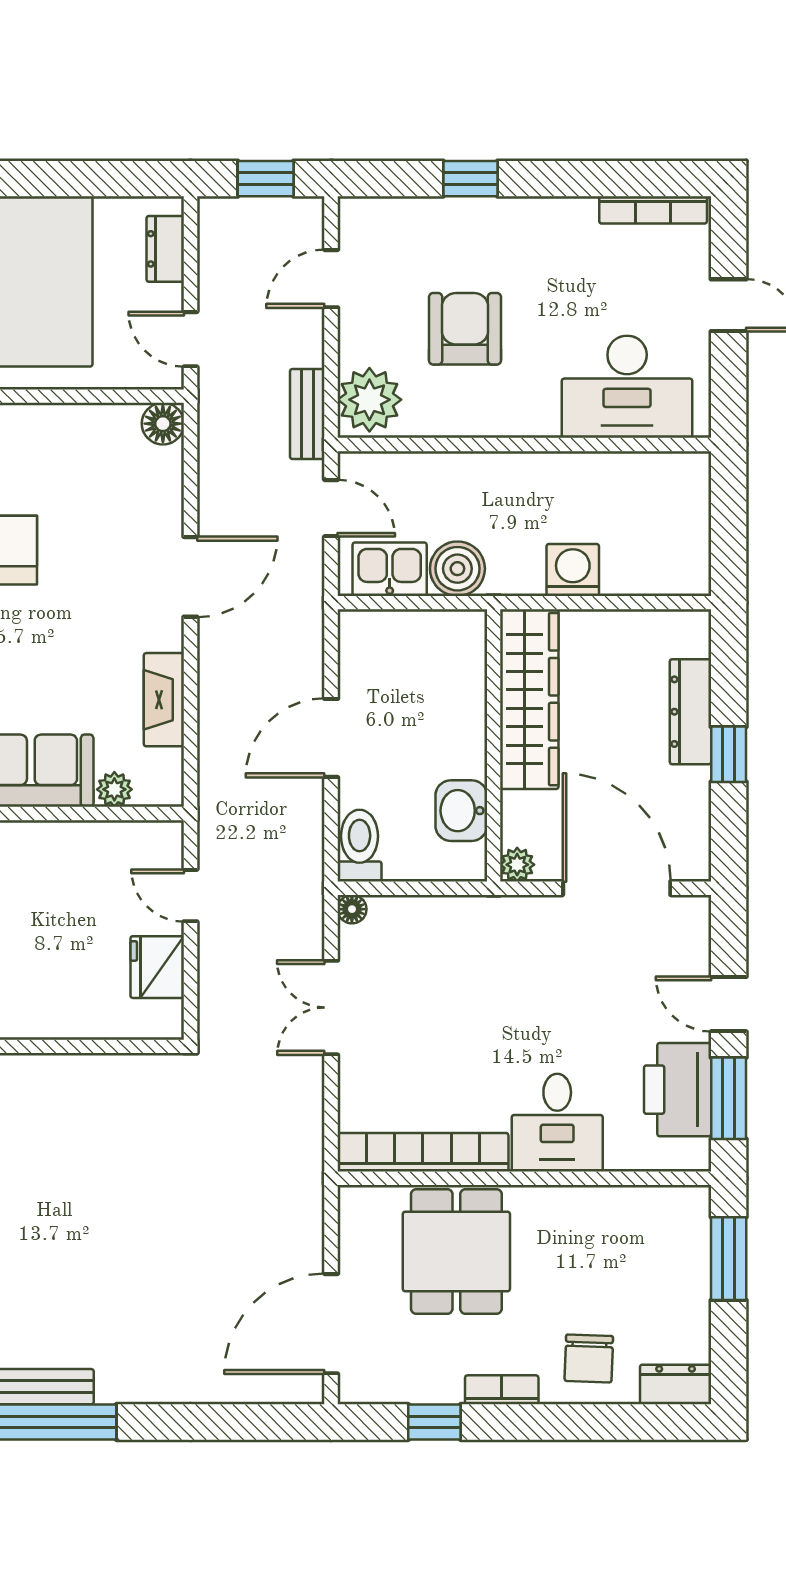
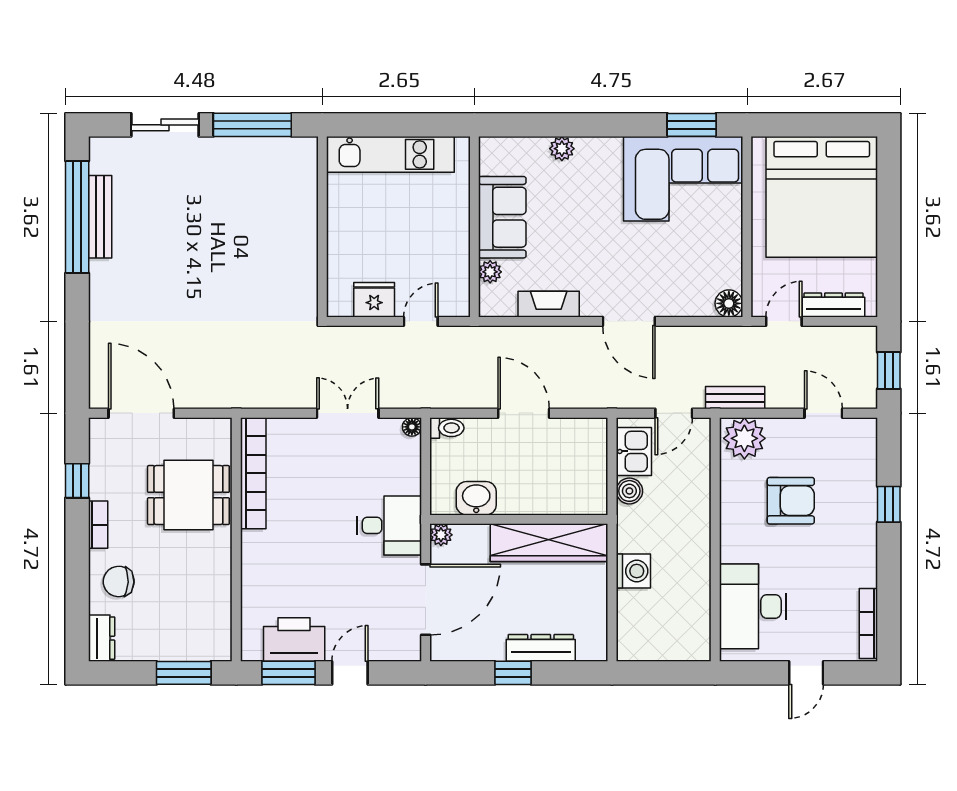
dresser: (165, 249) -> (833, 305), width x1.44
boiler: (457, 569) -> (629, 491), width x0.73, depth x0.73
toilet: (360, 846) -> (447, 428), width x0.73, depth x0.72
desk: (557, 1123) -> (389, 525), moved, turned 180

